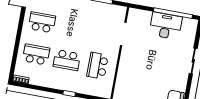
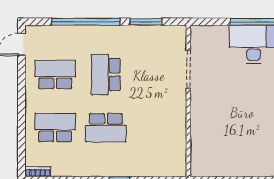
school desk: (98, 66) -> (106, 74), moved

